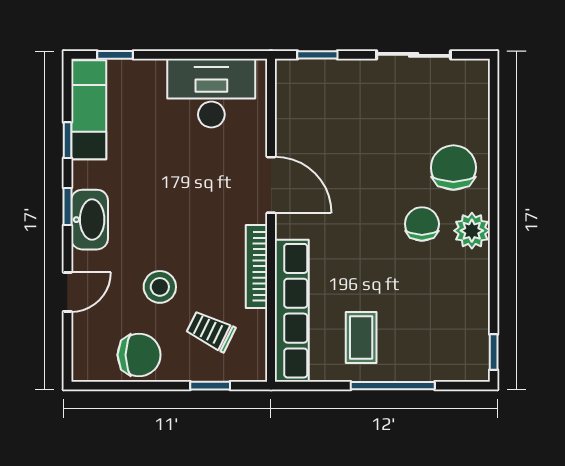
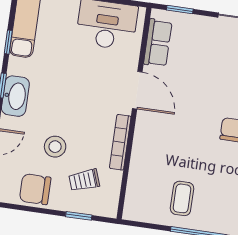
row of seats: (292, 311) -> (158, 43), moved, width x0.50
trolley: (211, 331) -> (84, 180), turned -46
chair: (139, 355) -> (35, 189), turned 180

